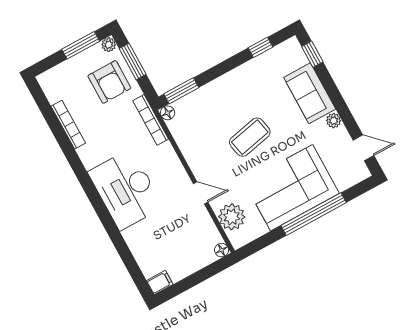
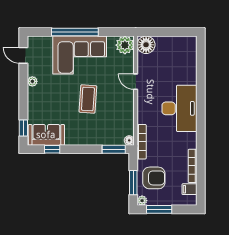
armchair: (109, 82) -> (154, 178), turned 90
sofa: (310, 93) -> (46, 135), moved, turned -90
coffee table: (250, 137) -> (88, 99), turned -74
plant: (232, 217) -> (125, 45), moved
floor lamp: (222, 250) -> (146, 45), width x1.89, depth x1.89
filing cabinet: (160, 283) -> (189, 189), moved

